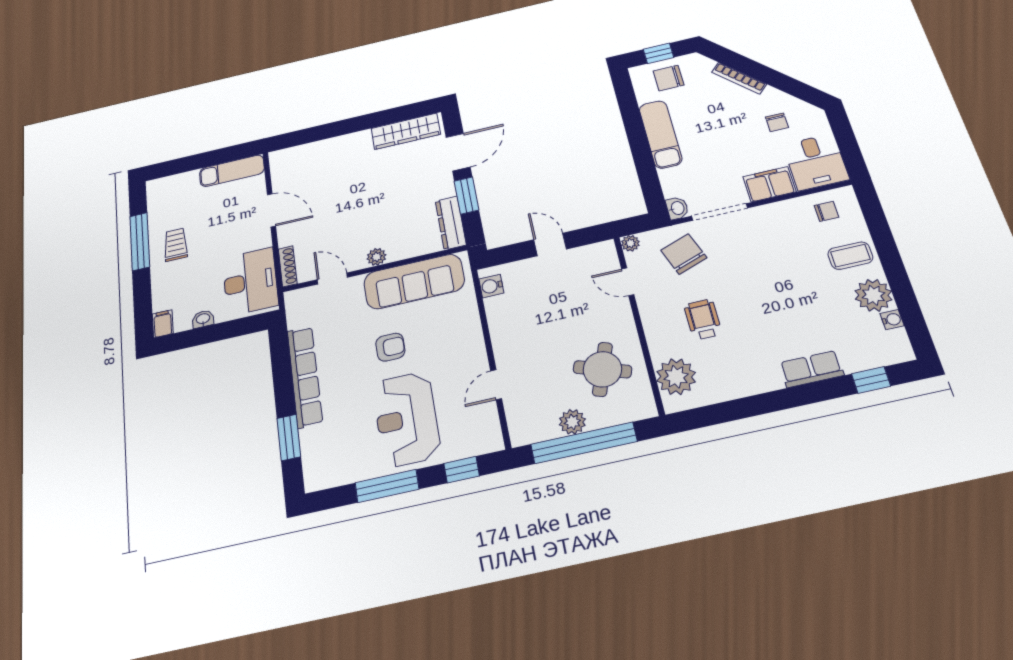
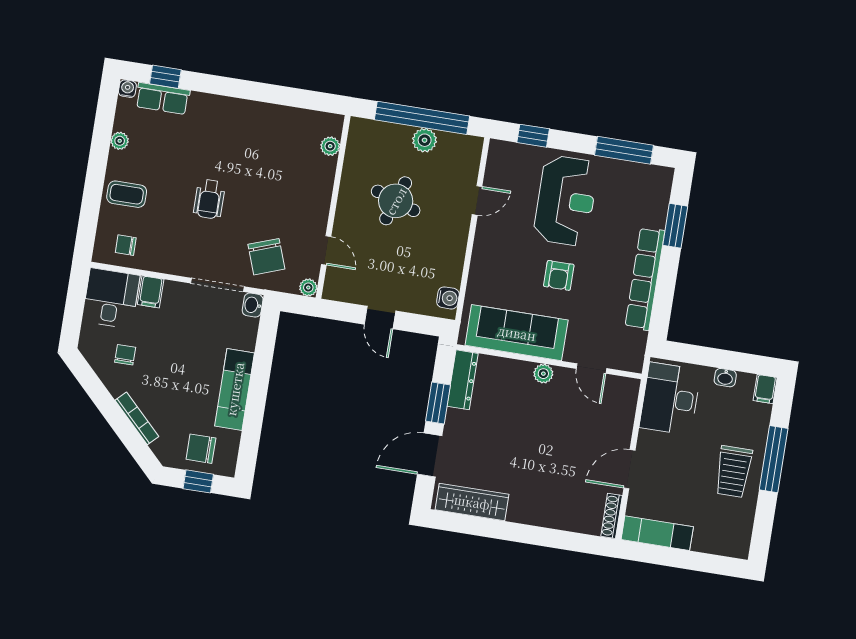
chair: (669, 78) -> (201, 449), turned 180
filing cabinet: (769, 184) -> (151, 292), width x0.50
door: (271, 210) -> (629, 469), hinge flipped
window: (140, 241) -> (774, 459), moved
trolley: (176, 245) -> (733, 471), width x1.36, depth x1.39
shoe rack: (288, 266) -> (612, 516), moved
plant: (873, 295) -> (120, 141), width x0.53, depth x0.53
wheelchair: (703, 319) -> (209, 199), moved
water cooler: (892, 320) -> (127, 89), moved, turned 90
armchair: (390, 347) -> (559, 275), turned -90
round table: (602, 369) -> (396, 201), moved
row of seats: (812, 369) -> (163, 98), moved
plant: (676, 377) -> (330, 146), width x0.53, depth x0.53
window: (387, 486) -> (624, 150), moved

